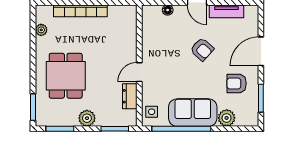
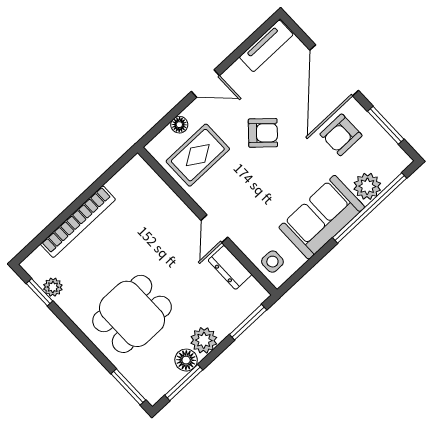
tv unit: (226, 11) -> (266, 46), moved
window: (33, 27) -> (40, 292), added
rug: (163, 32) -> (198, 155), added
door: (261, 51) -> (334, 70), width x1.36
dining table: (66, 76) -> (132, 314), turned 90
floor lamp: (71, 120) -> (186, 360), added
window: (181, 129) -> (370, 208), moved

